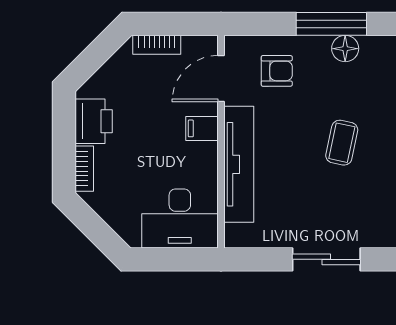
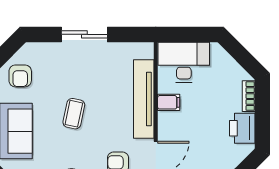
filing cabinet: (202, 128) -> (169, 102), moved

